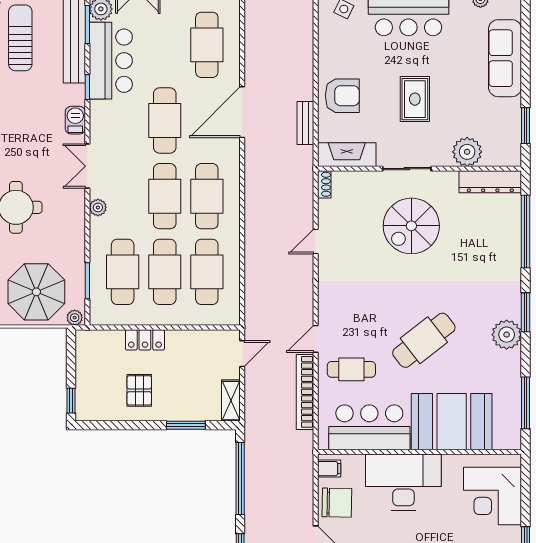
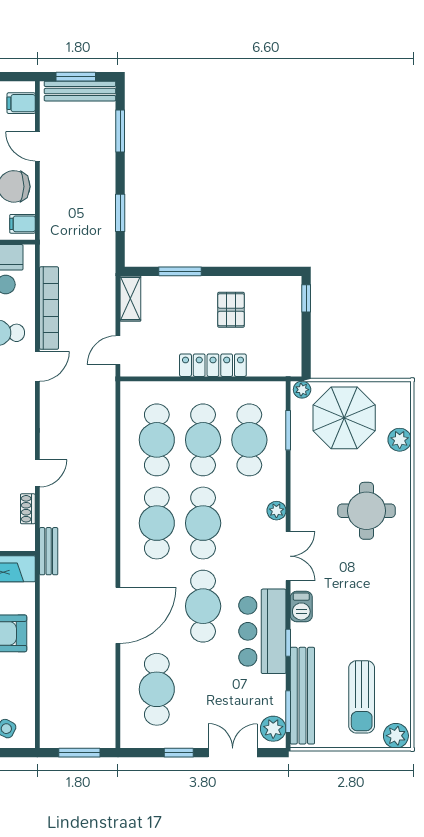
bar counter: (111, 61) -> (262, 631), moved
bench: (305, 123) -> (49, 551), moved
shoe rack: (324, 184) -> (28, 509), moved
locker: (145, 340) -> (213, 365), width x1.53
window: (240, 479) -> (120, 213), width x0.47

